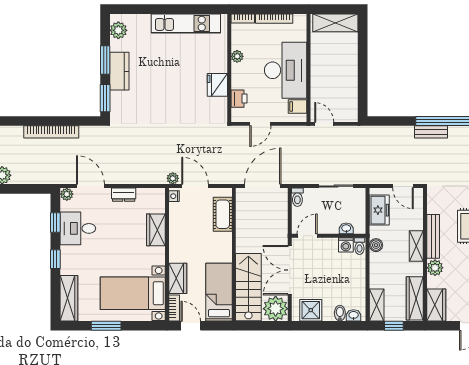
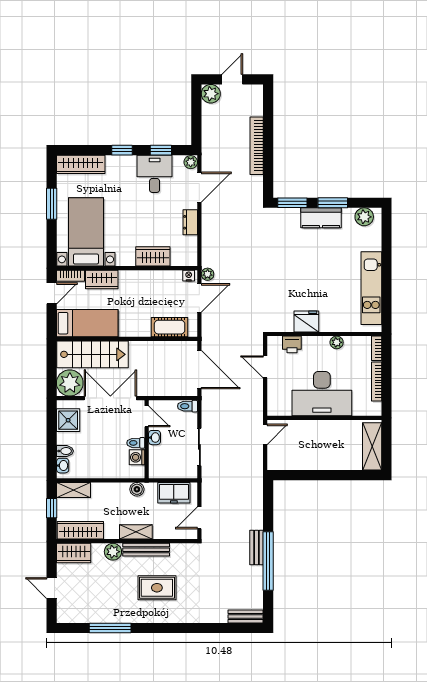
filing cabinet: (298, 106) -> (284, 406), removed
washbasin: (346, 228) -> (155, 438), moved
toilet: (359, 246) -> (136, 443), moved

